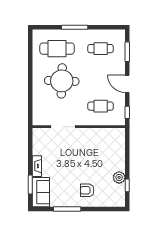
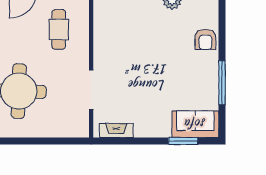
fireplace: (37, 166) -> (116, 130), moved
armchair: (87, 190) -> (205, 39), moved

